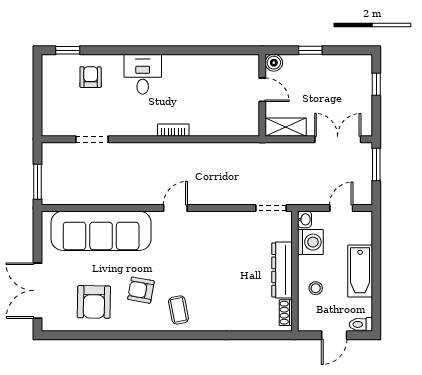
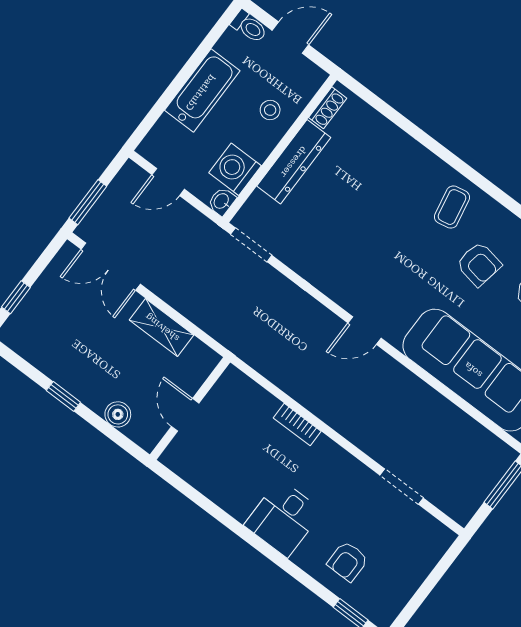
door: (262, 90) -> (185, 415), moved
wall: (262, 95) -> (190, 408), moved

